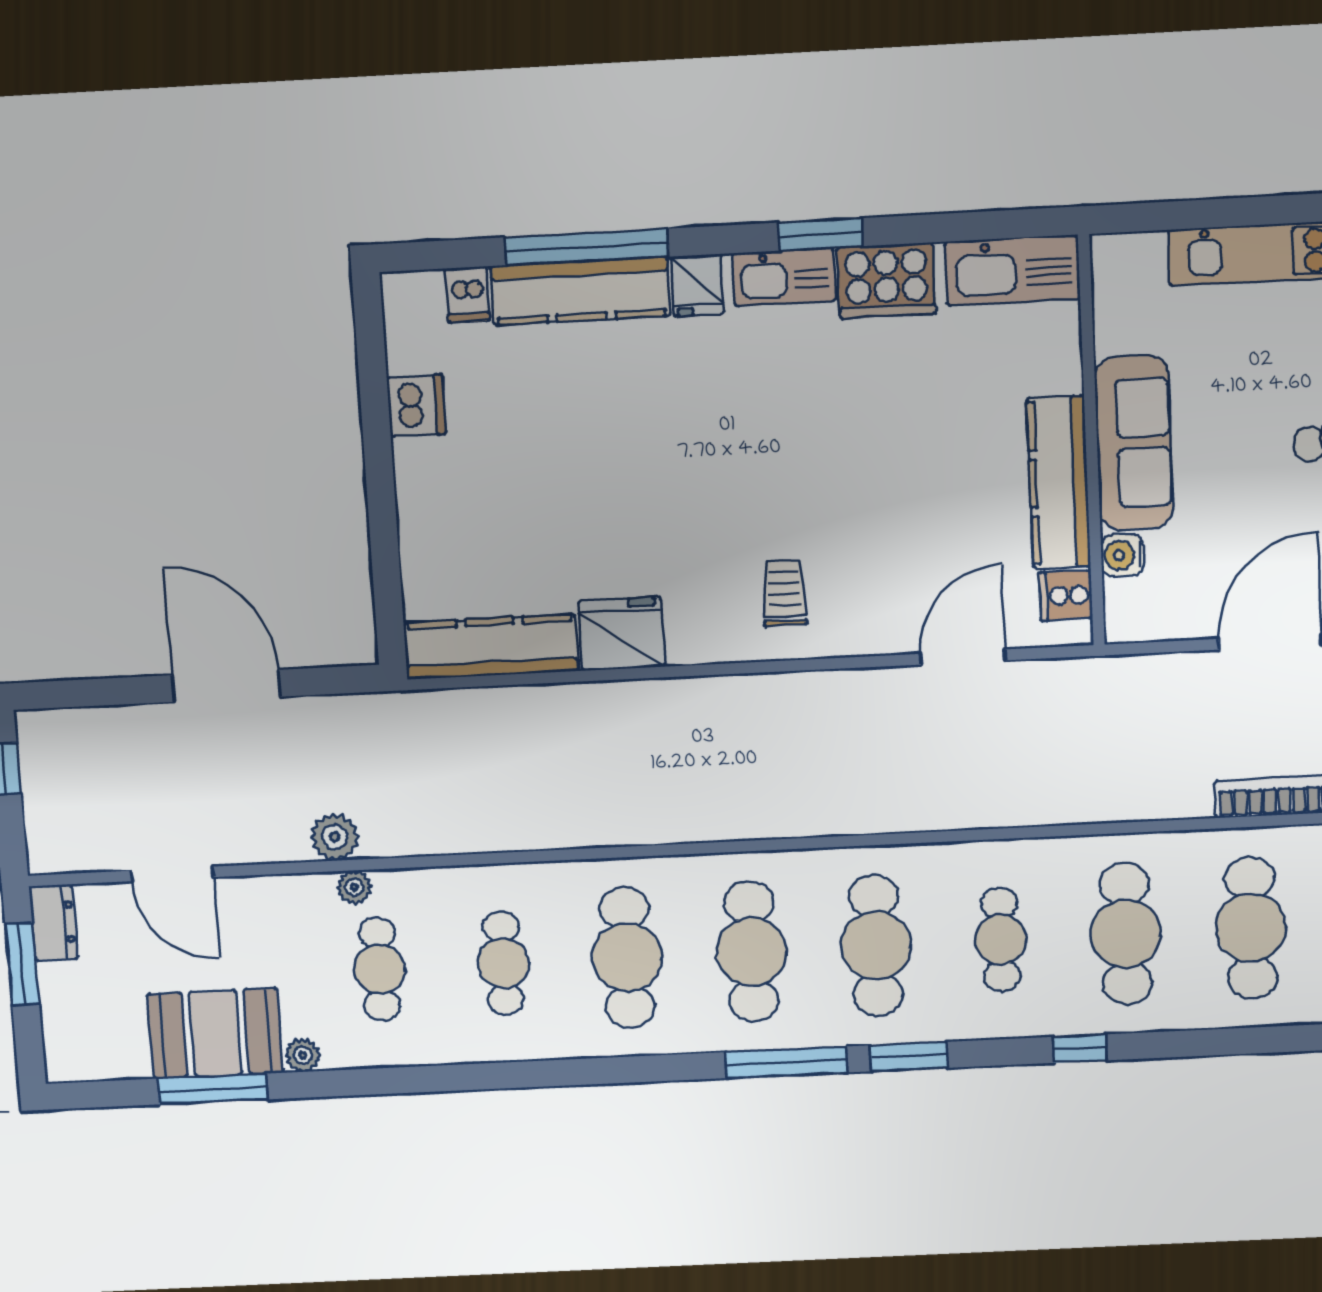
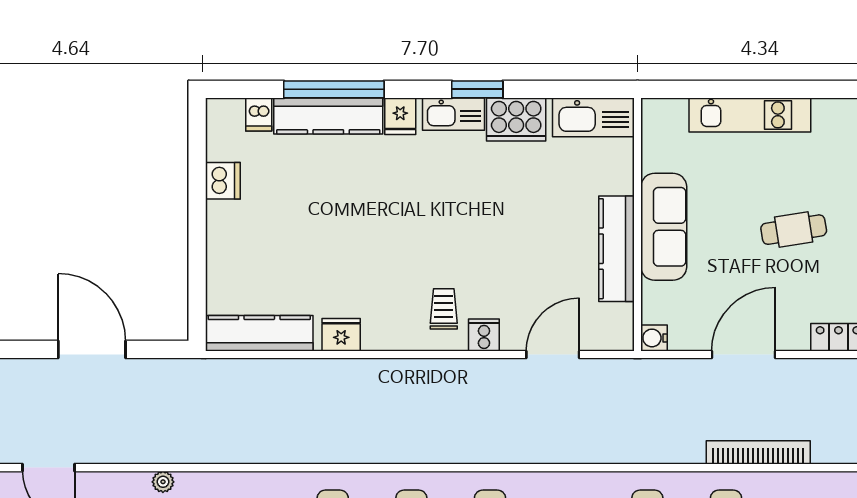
water cooler: (1122, 555) -> (654, 338), moved
cooker: (1066, 595) -> (484, 335), moved, turned 90
fridge: (622, 634) -> (341, 335), width x0.73, depth x0.75
plant: (335, 837) -> (153, 449), removed

